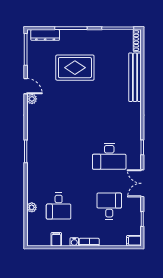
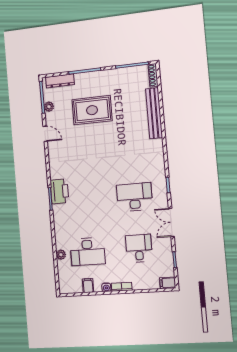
plant: (32, 99) -> (49, 107), moved
printer: (35, 145) -> (59, 191), added
desk: (109, 156) -> (134, 197), turned 180
desk: (59, 206) -> (88, 252), width x1.37

